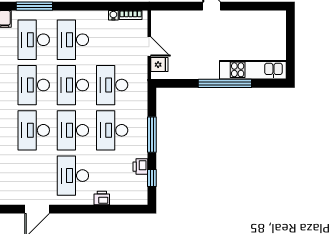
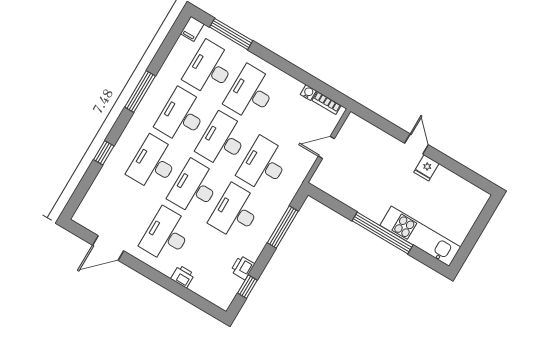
door: (149, 46) -> (326, 147), swing flipped
fridge: (159, 65) -> (426, 168), moved, turned 90
window: (152, 135) -> (283, 227), moved

